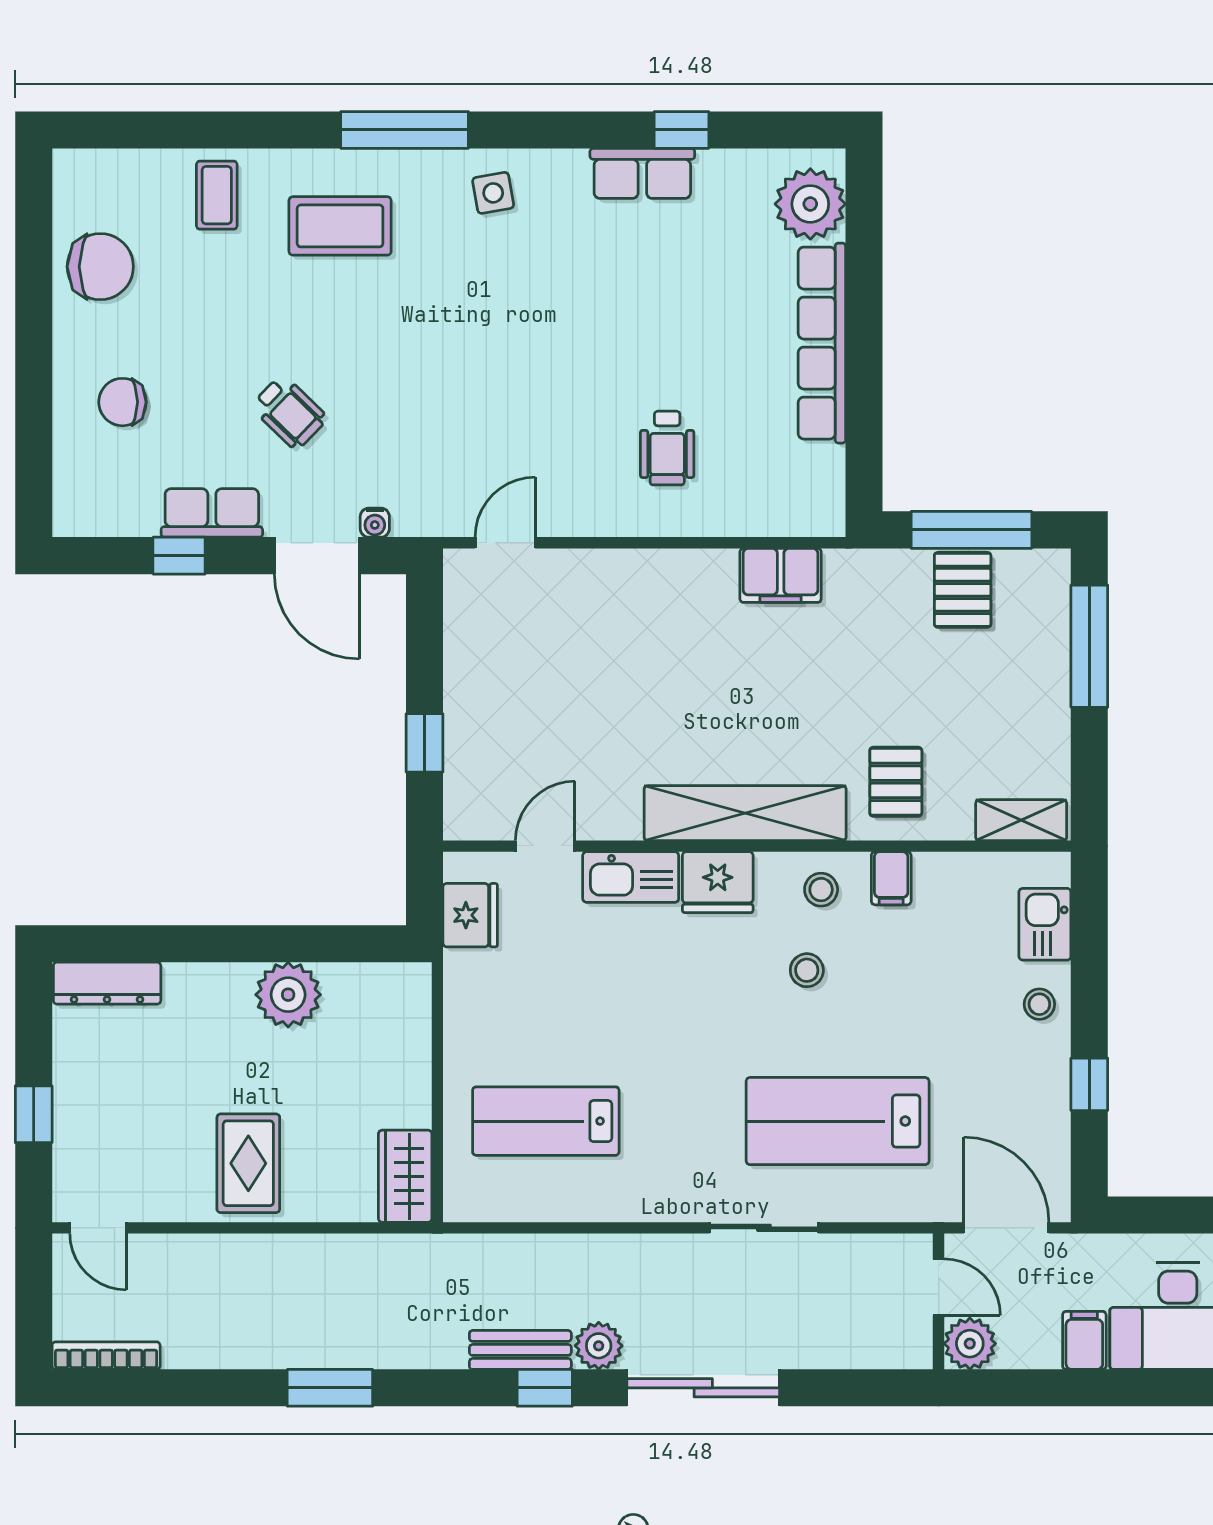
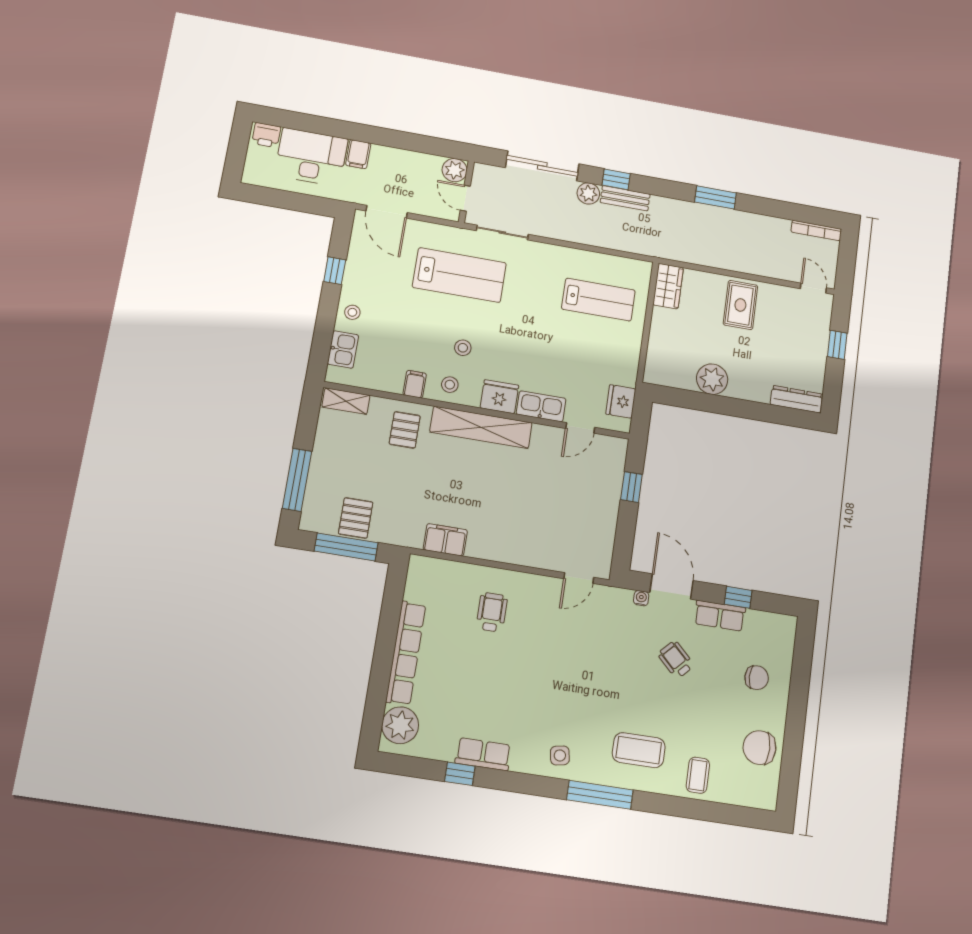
door: (939, 1287) -> (465, 198), moved
wall: (939, 1301) -> (466, 192), moved
plant: (970, 1344) -> (455, 170), moved

